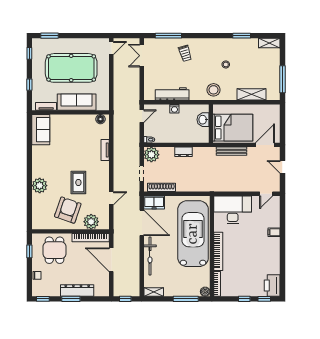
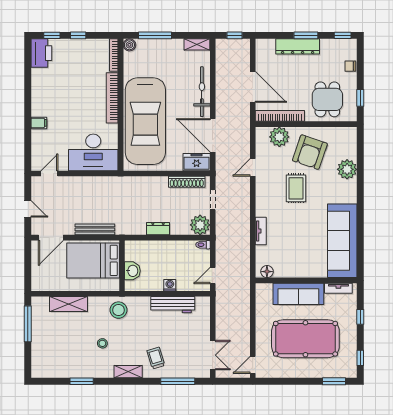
shelving: (269, 43) -> (128, 372), moved
sofa: (41, 130) -> (342, 241), width x1.85, depth x1.27
plant: (40, 186) -> (347, 169), moved

